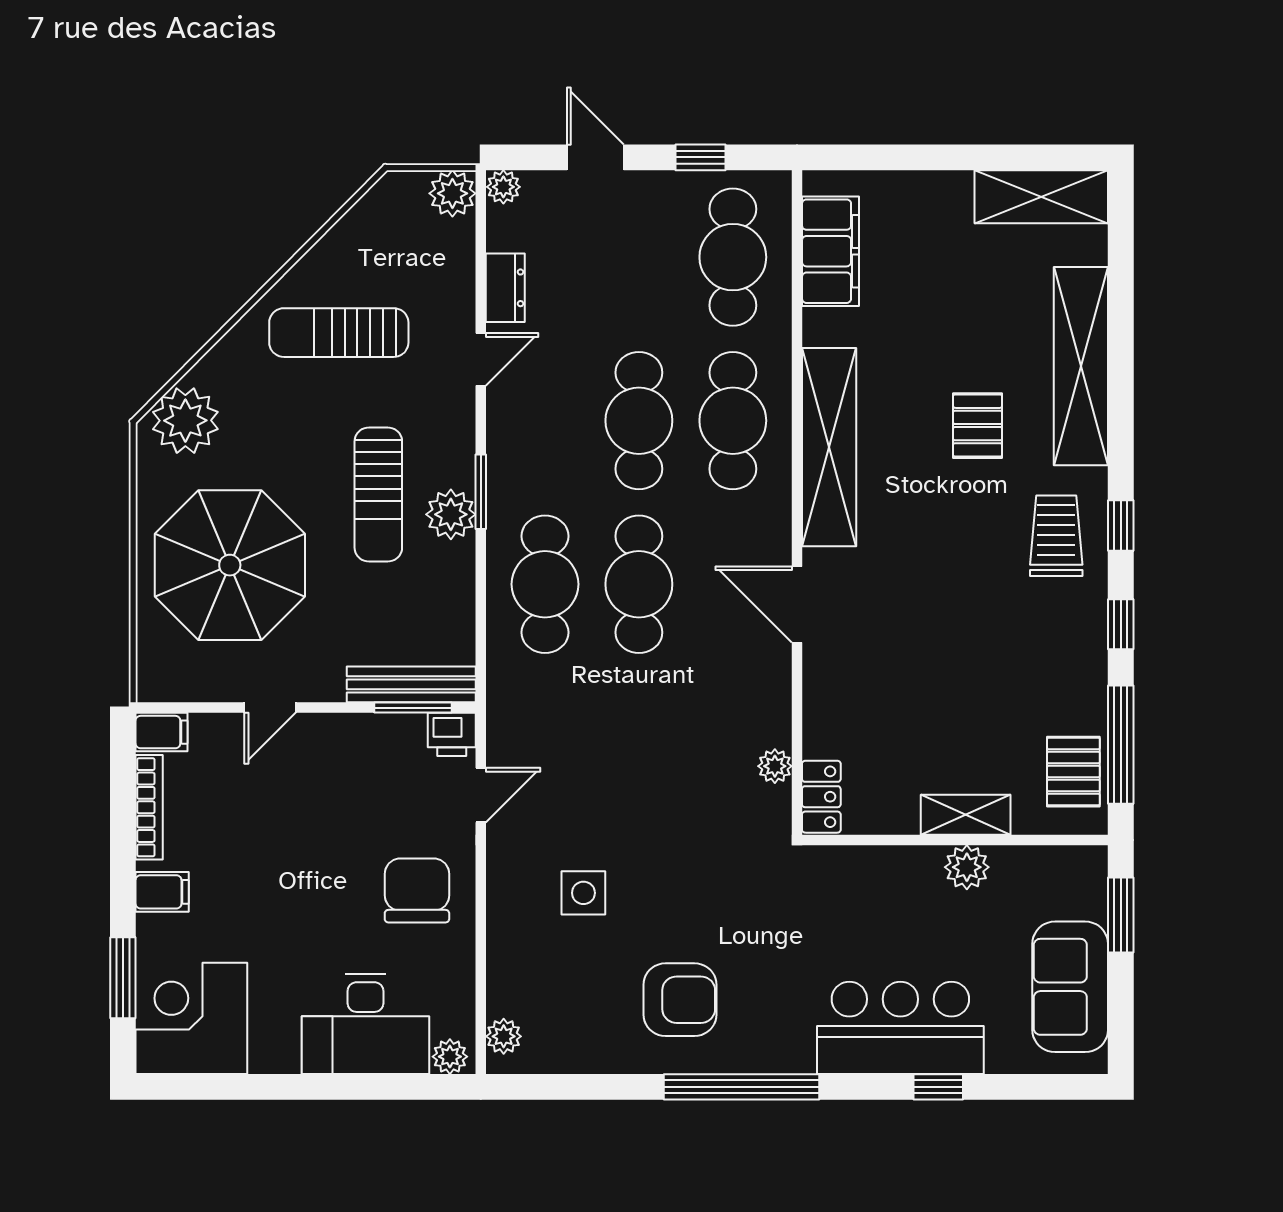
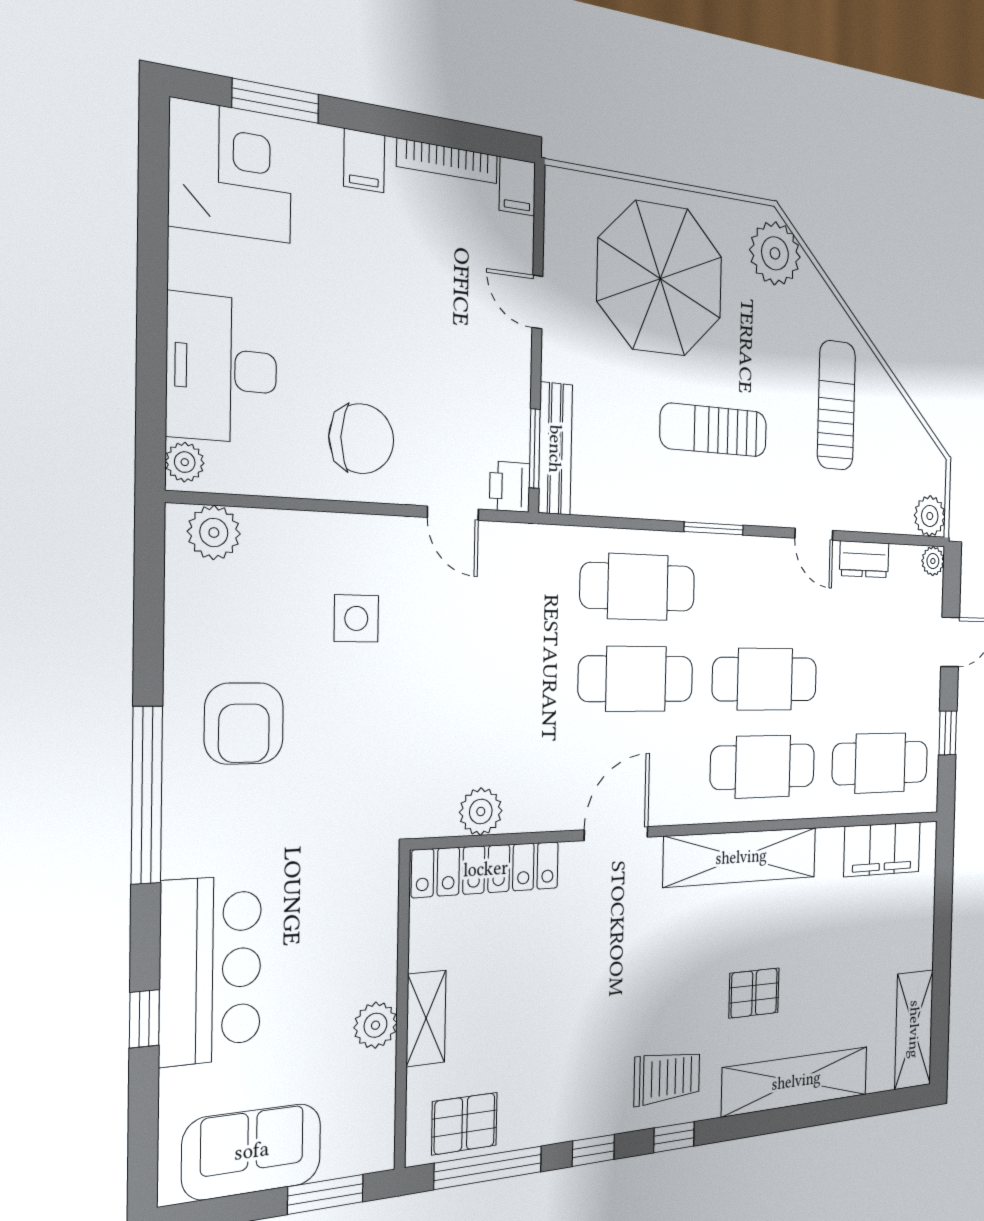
plant: (451, 514) -> (697, 498), removed
plant: (775, 766) -> (481, 812), width x1.38, depth x1.38
locker: (821, 797) -> (486, 869), width x2.16, depth x1.21
plant: (504, 1036) -> (214, 533), width x1.38, depth x1.38

